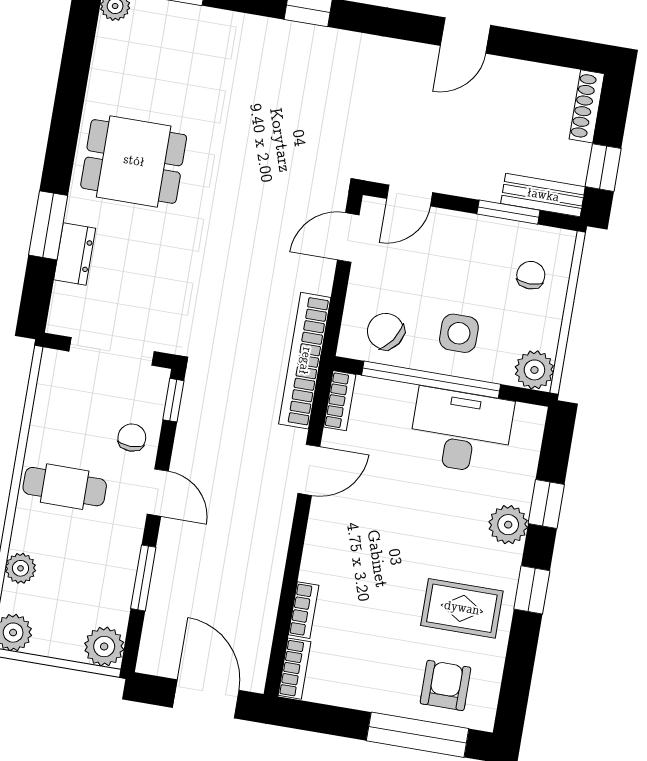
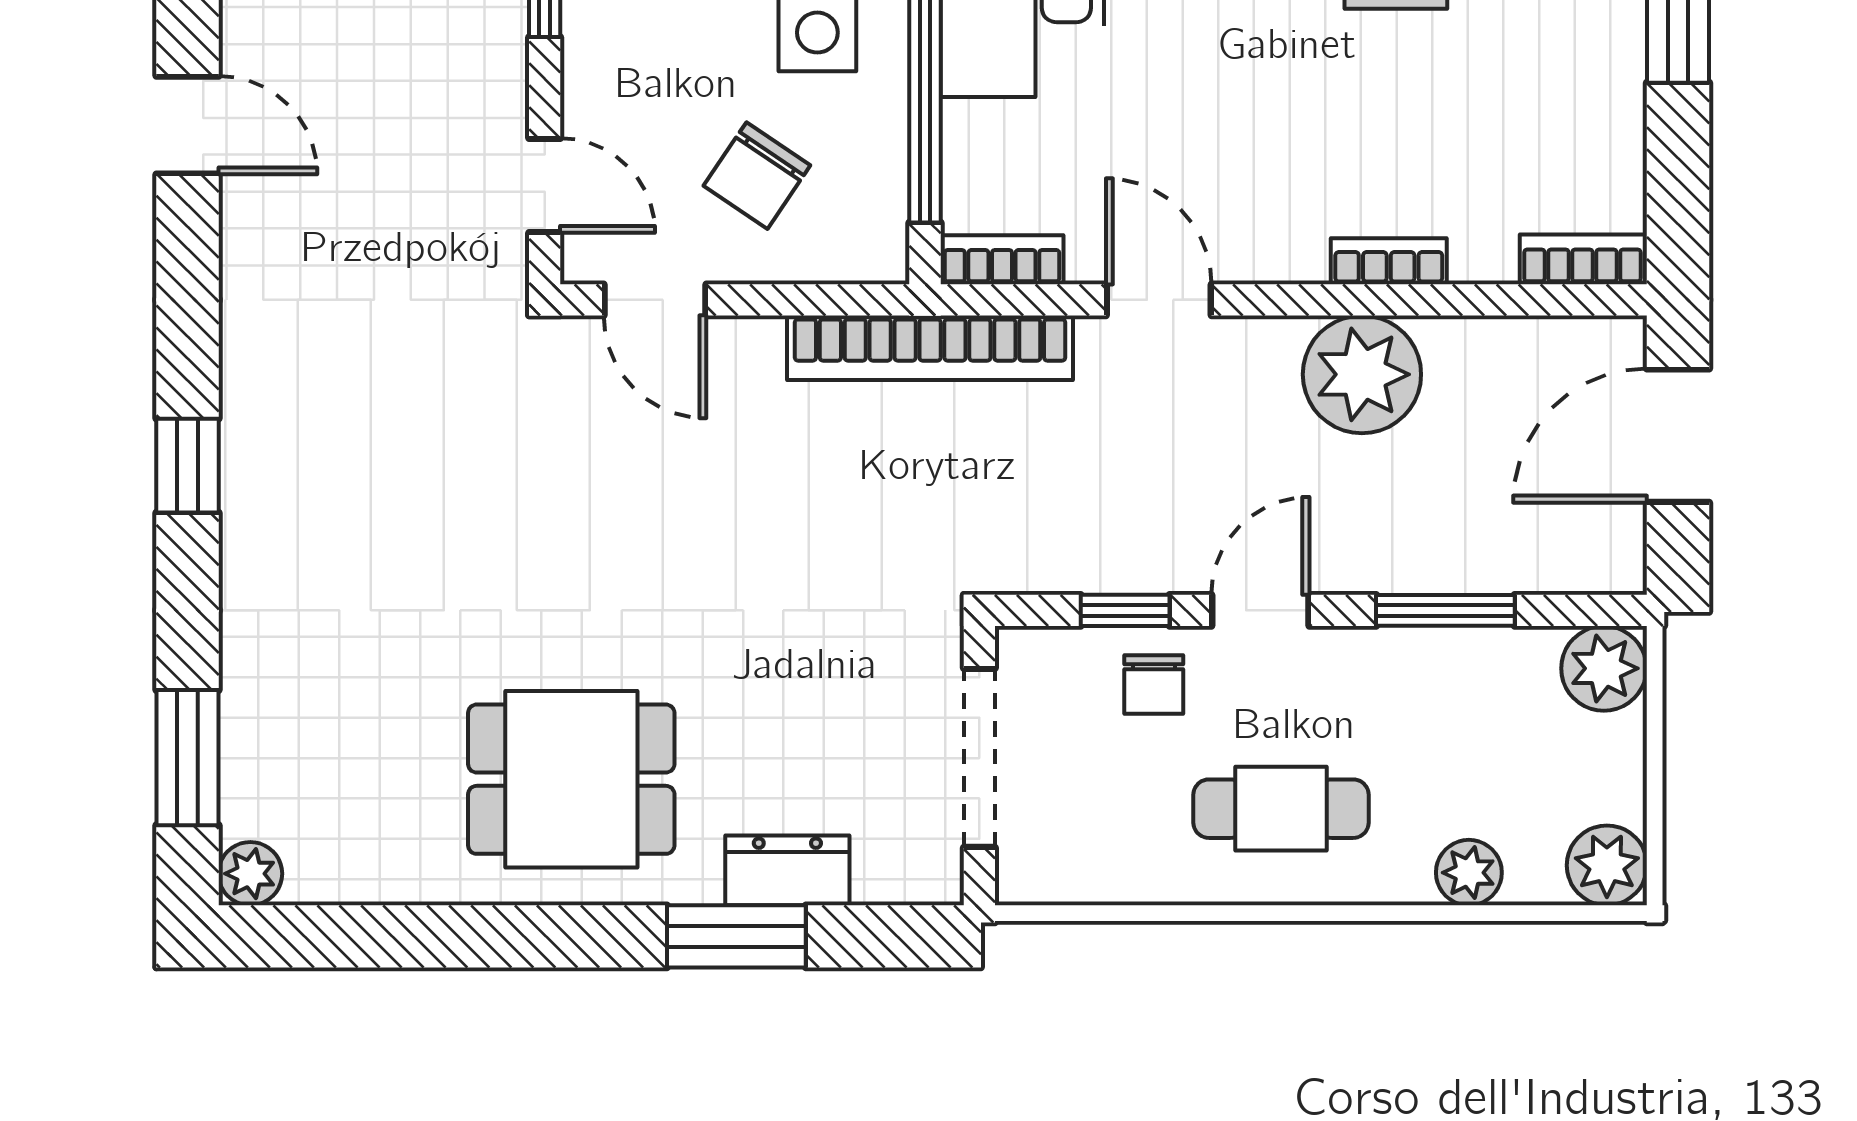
dining table: (134, 161) -> (571, 779), turned 90
chair: (386, 331) -> (757, 176), moved
window: (173, 400) -> (1125, 610), moved
chair: (132, 438) -> (1154, 684), turned -90
cafe table: (65, 487) -> (1281, 809), turned 90
plant: (259, 558) -> (1362, 374), added
bookcase: (304, 610) -> (1389, 261), moved

